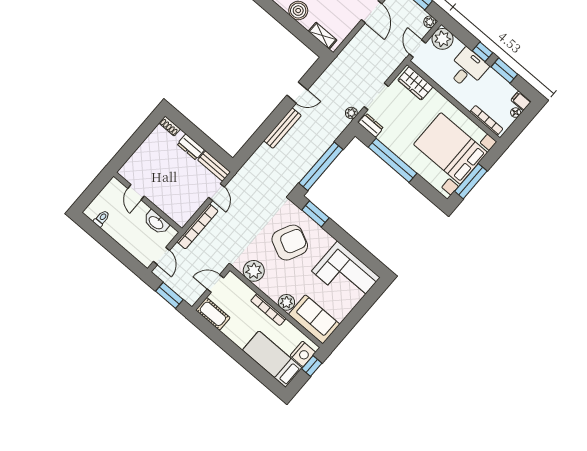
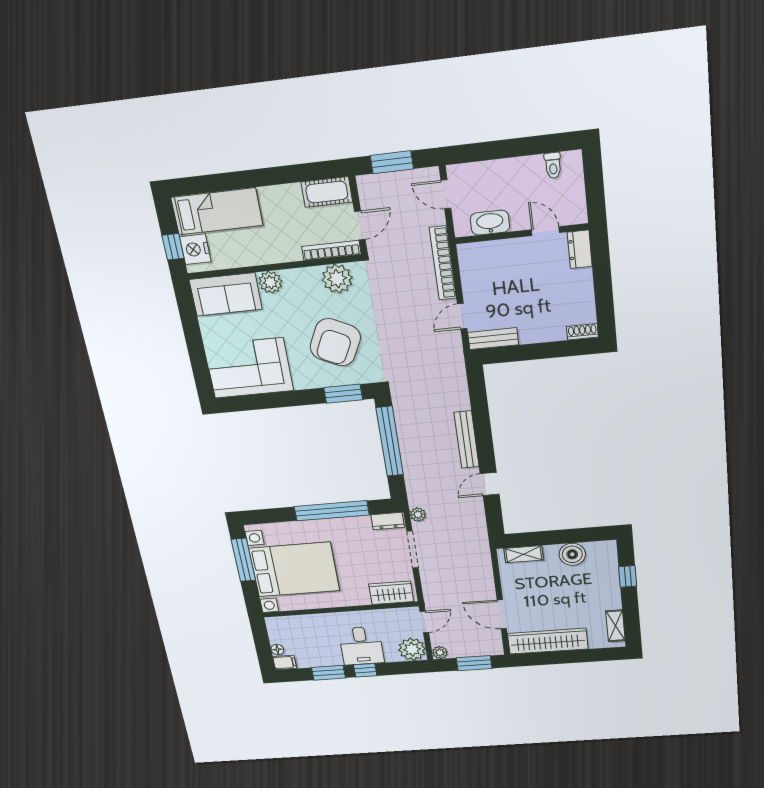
door: (417, 49) -> (424, 622), hinge flipped
bookcase: (486, 120) -> (293, 621), removed
dresser: (191, 147) -> (580, 249), moved, turned -90
door: (216, 192) -> (462, 316), hinge flipped
bookcase: (268, 310) -> (331, 250), moved

